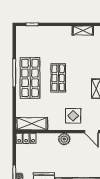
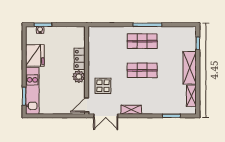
shop shelf: (30, 78) -> (142, 41), width x0.70, depth x0.74
shelving: (32, 124) -> (190, 68), moved
locker: (26, 138) -> (80, 59), moved

